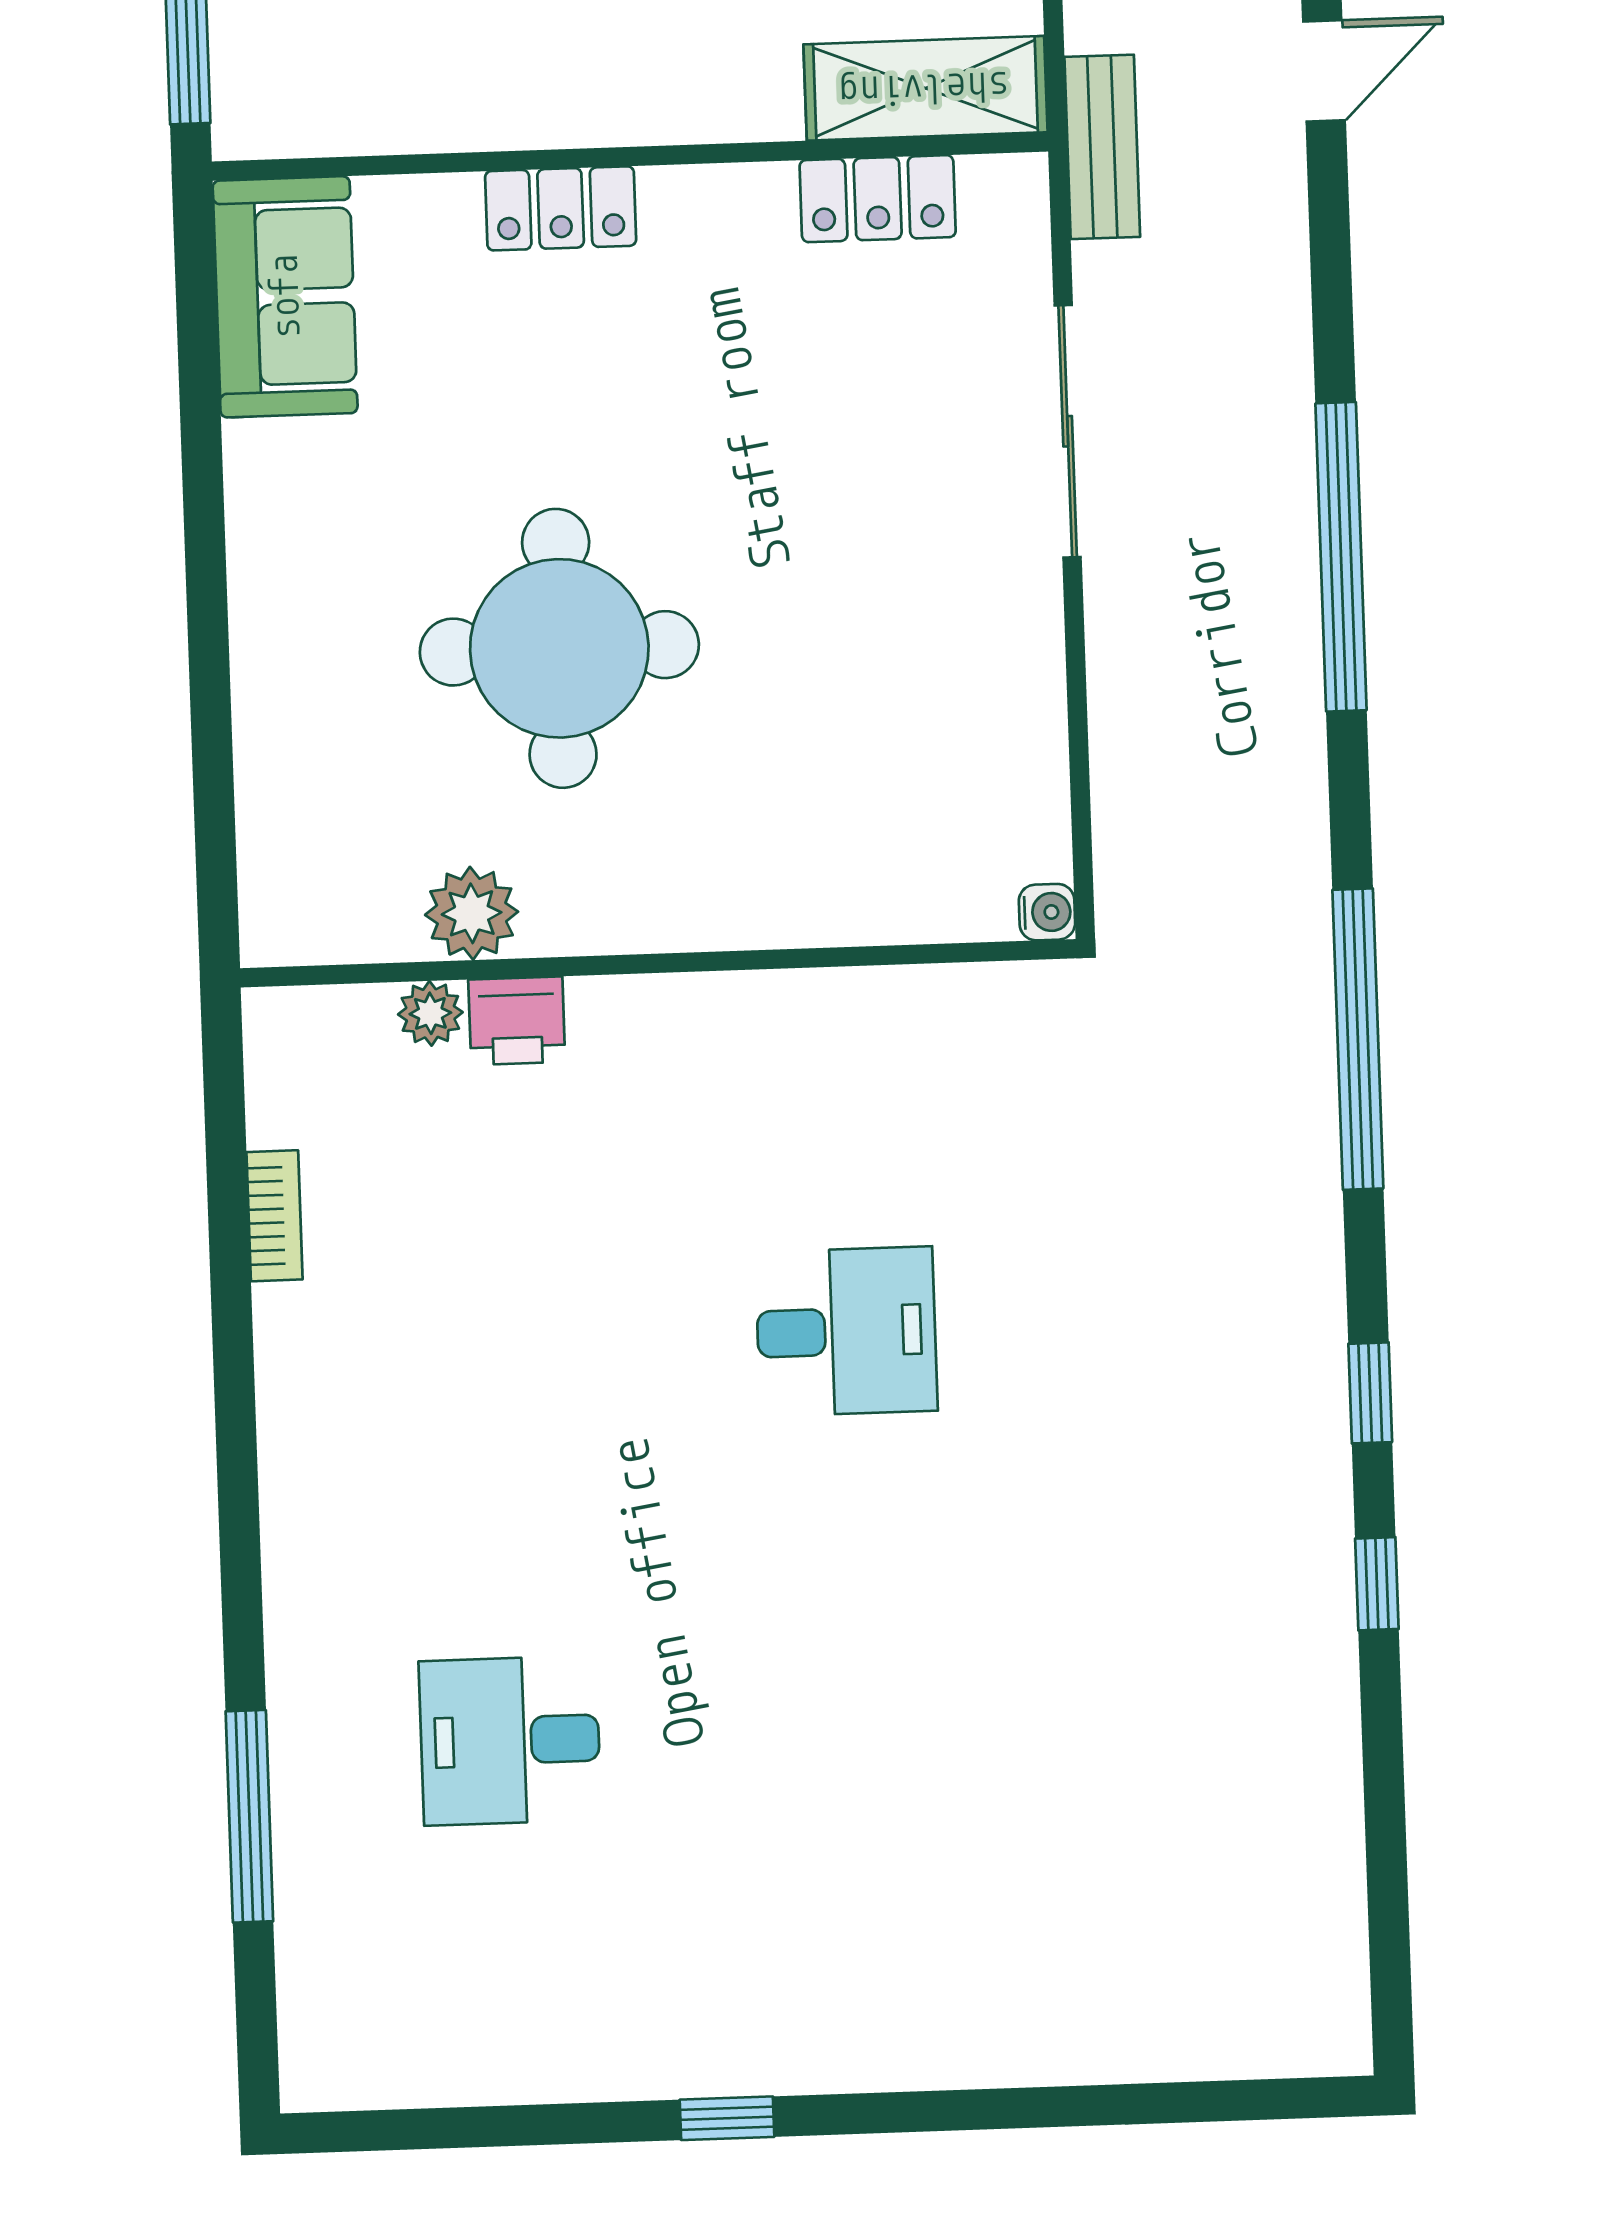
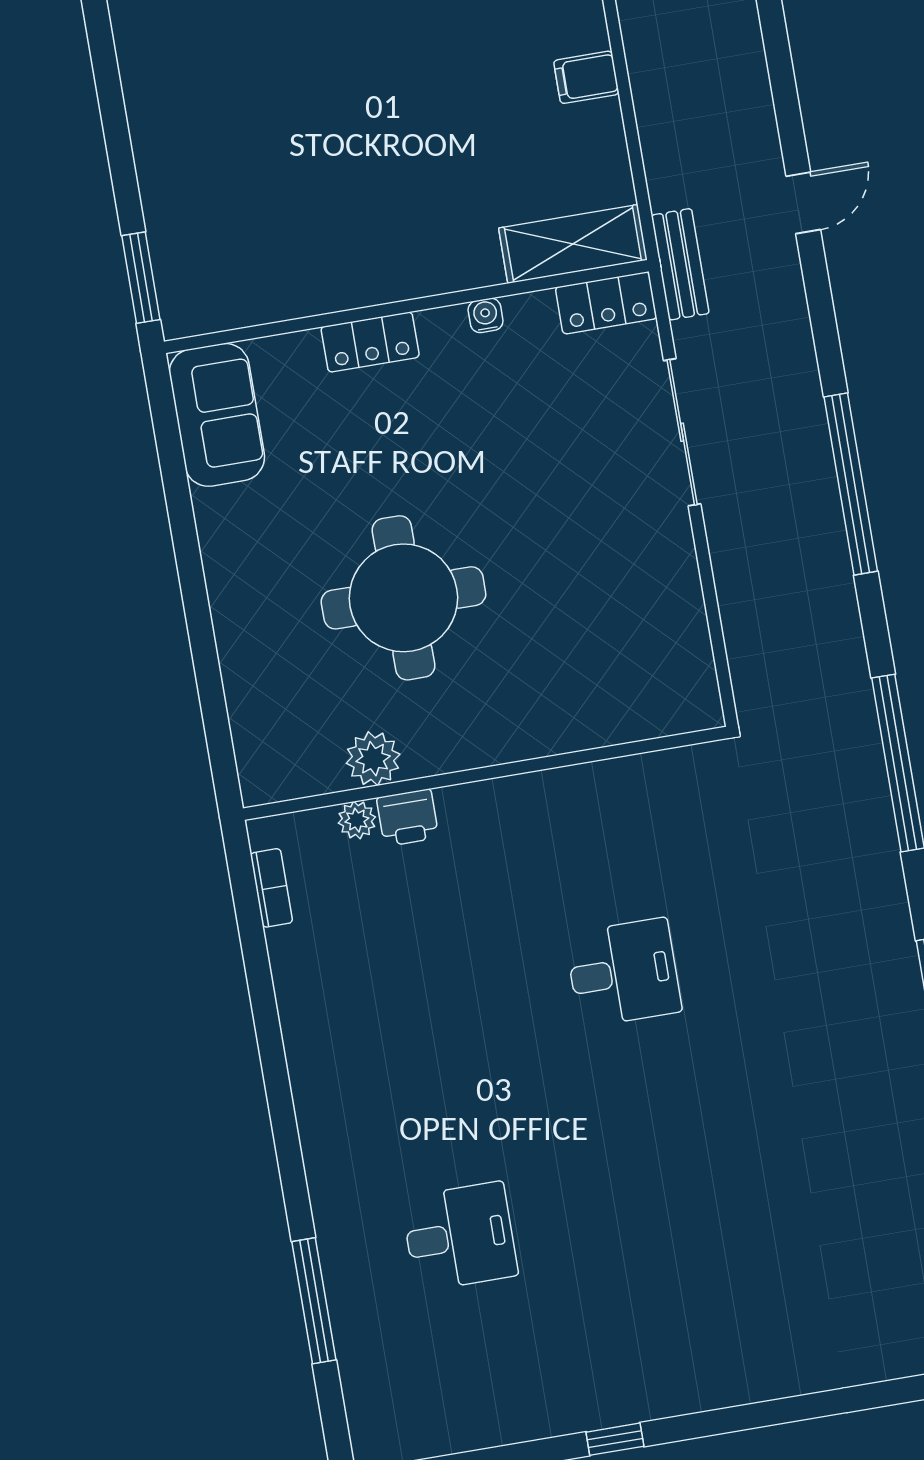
locker: (878, 199) -> (606, 303), moved
water cooler: (1047, 912) -> (486, 315), moved, turned -90
bookcase: (274, 1216) -> (271, 888), moved
desk: (510, 1741) -> (460, 1237), turned 180

